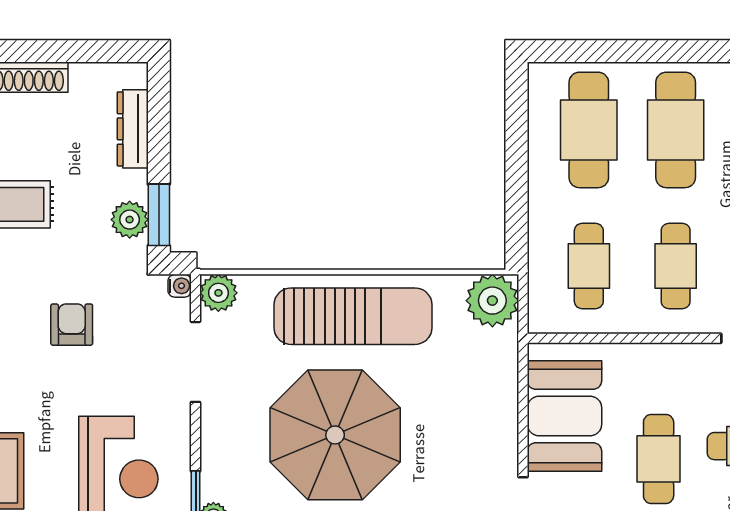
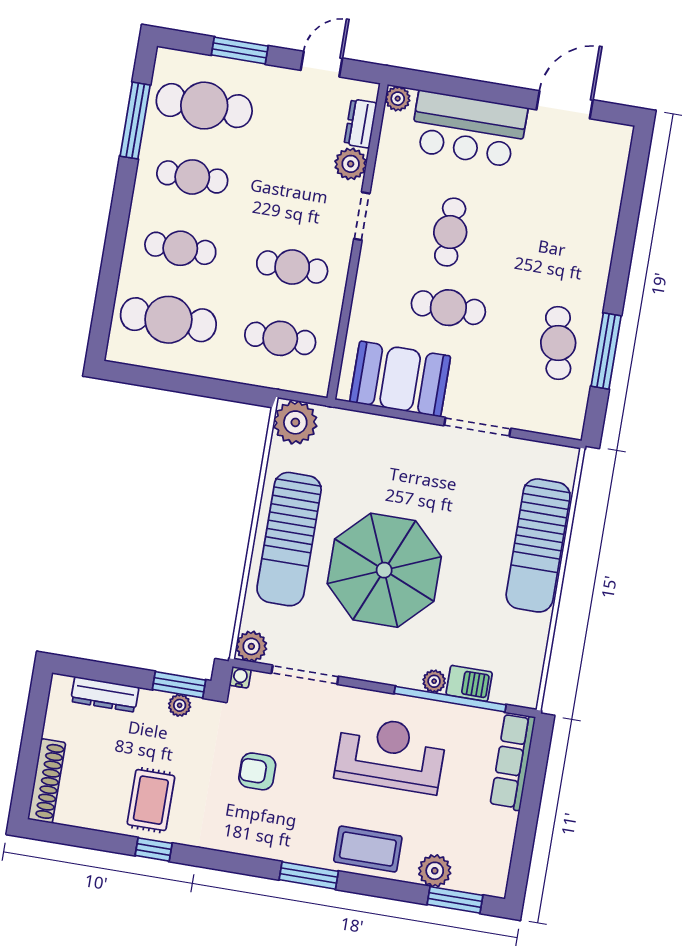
cafe table: (676, 130) -> (180, 248), width x0.73, depth x0.74
plant: (130, 220) -> (180, 705), width x0.73, depth x0.73
sun lounger: (353, 316) -> (289, 539), turned 180

